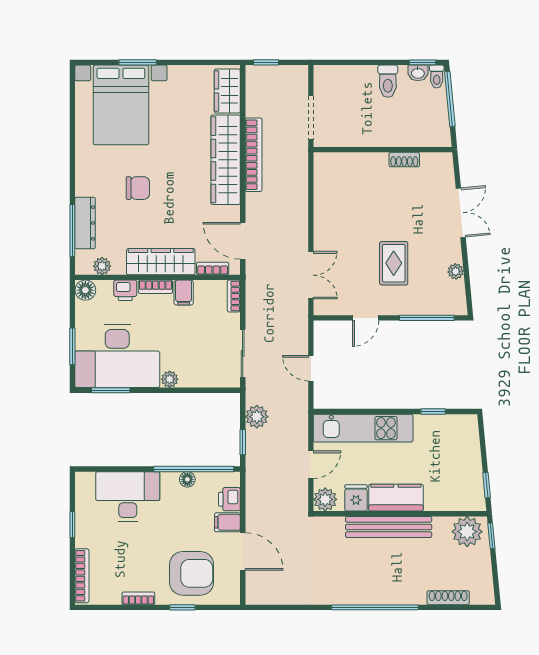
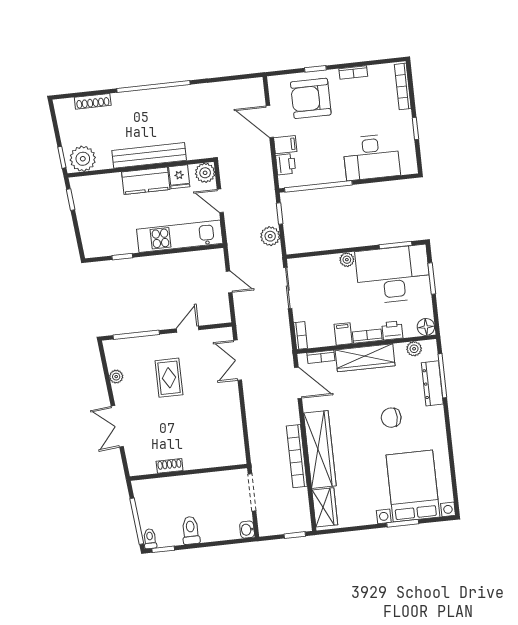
washbasin: (418, 73) -> (247, 530), moved, turned -90
door: (311, 465) -> (220, 201), hinge flipped
floor lamp: (187, 479) -> (323, 177), removed

